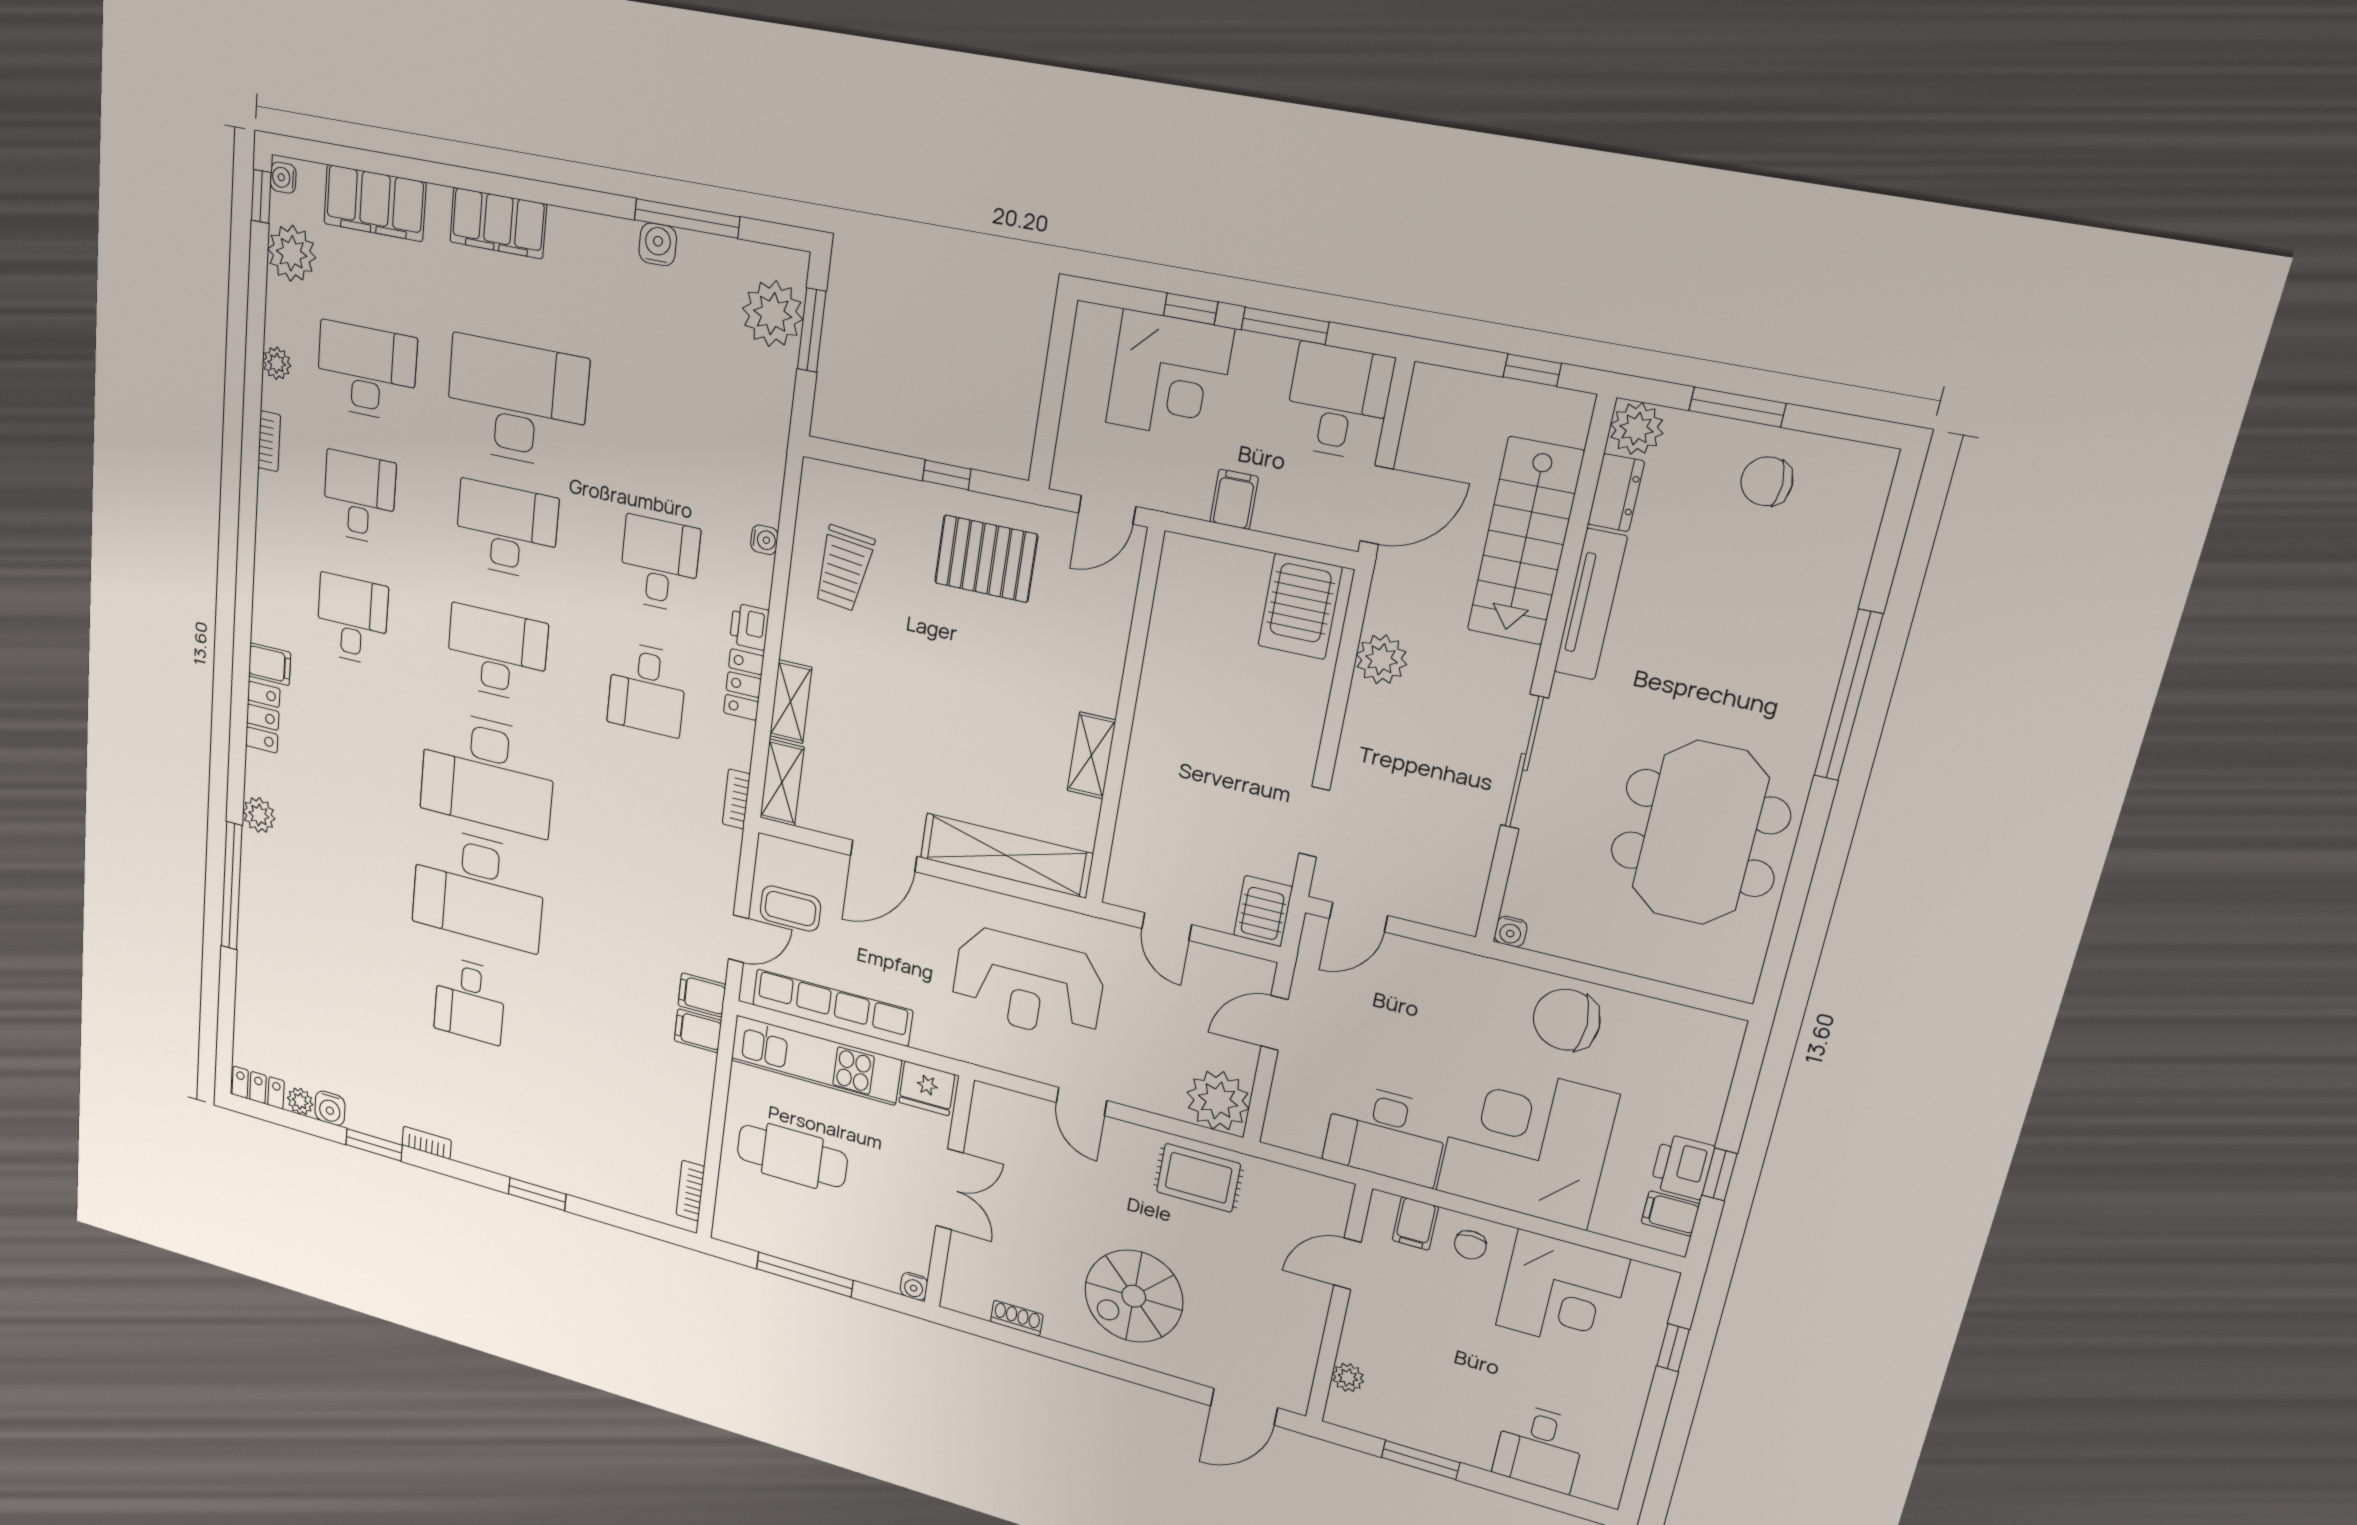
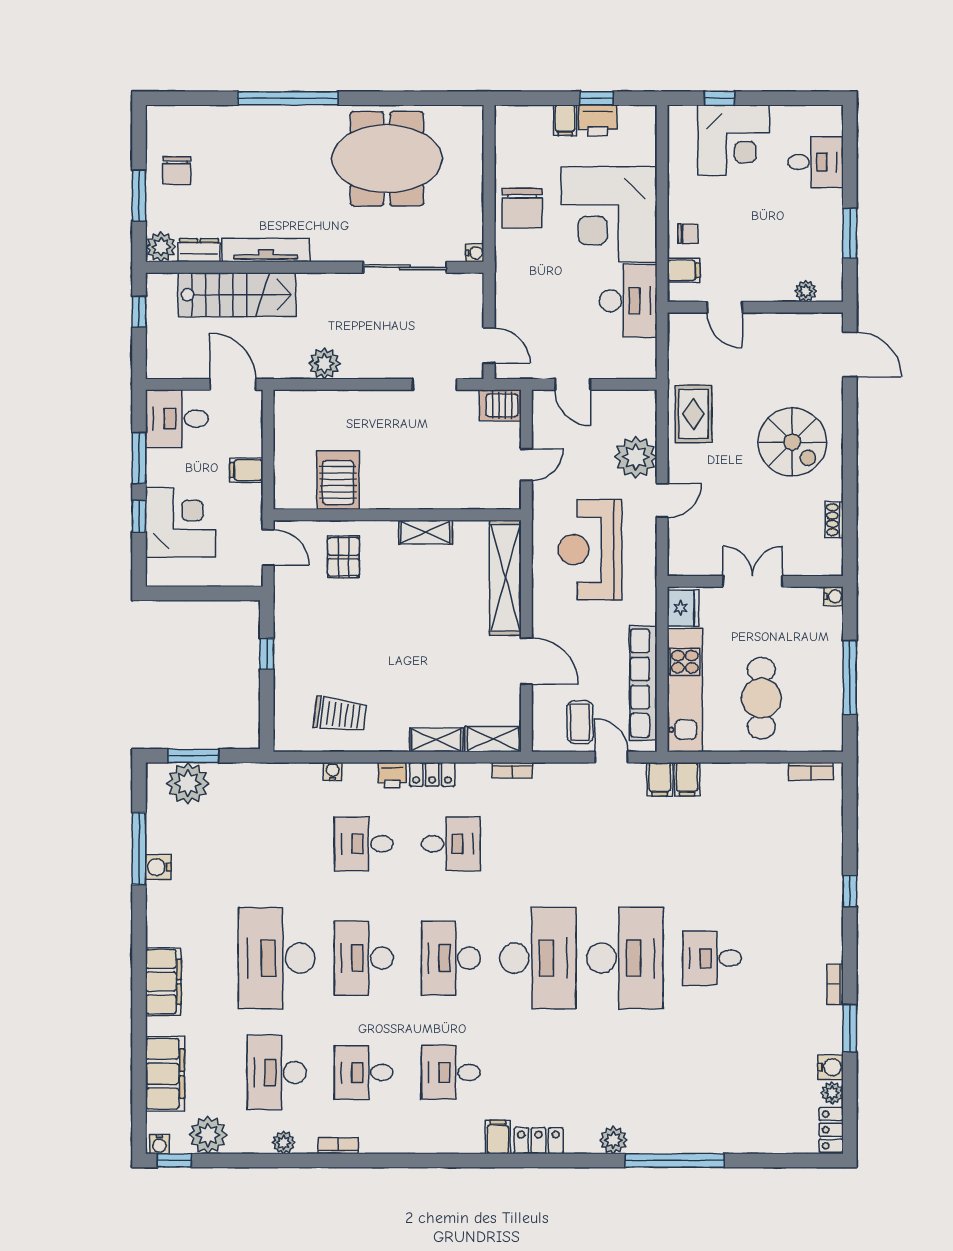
pallet: (986, 559) -> (343, 557), moved, width x0.67, depth x0.71
server rack: (1300, 606) -> (338, 480), moved, turned -90
sliding door: (1524, 762) -> (405, 267), moved
reception desk: (1028, 984) -> (590, 550), turned 180
desk: (470, 1000) -> (712, 958), turned 180
plant: (1218, 1101) -> (636, 457), moved
window: (537, 1194) -> (850, 891), width x0.67
filing cabinet: (1670, 1213) -> (565, 120), moved
corner desk: (1562, 1292) -> (733, 140), moved, turned 90

